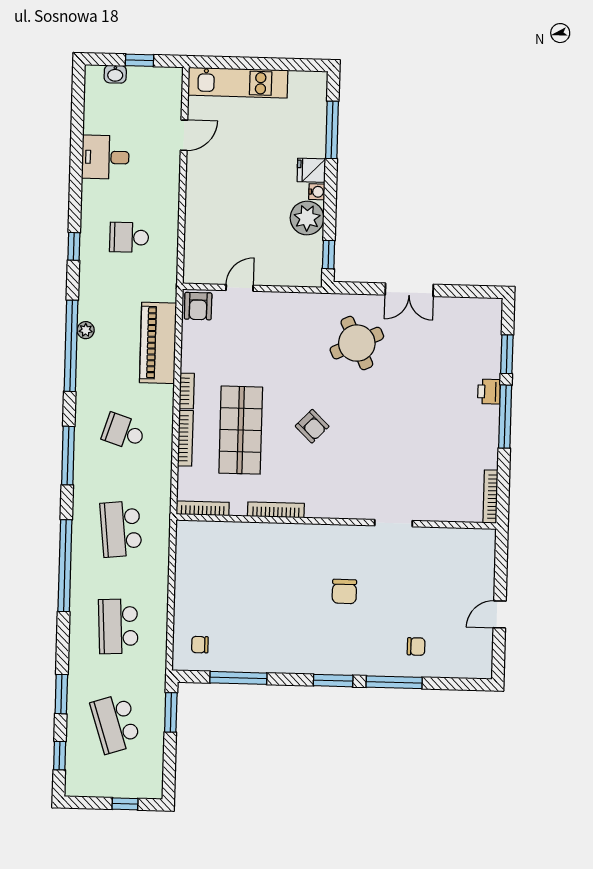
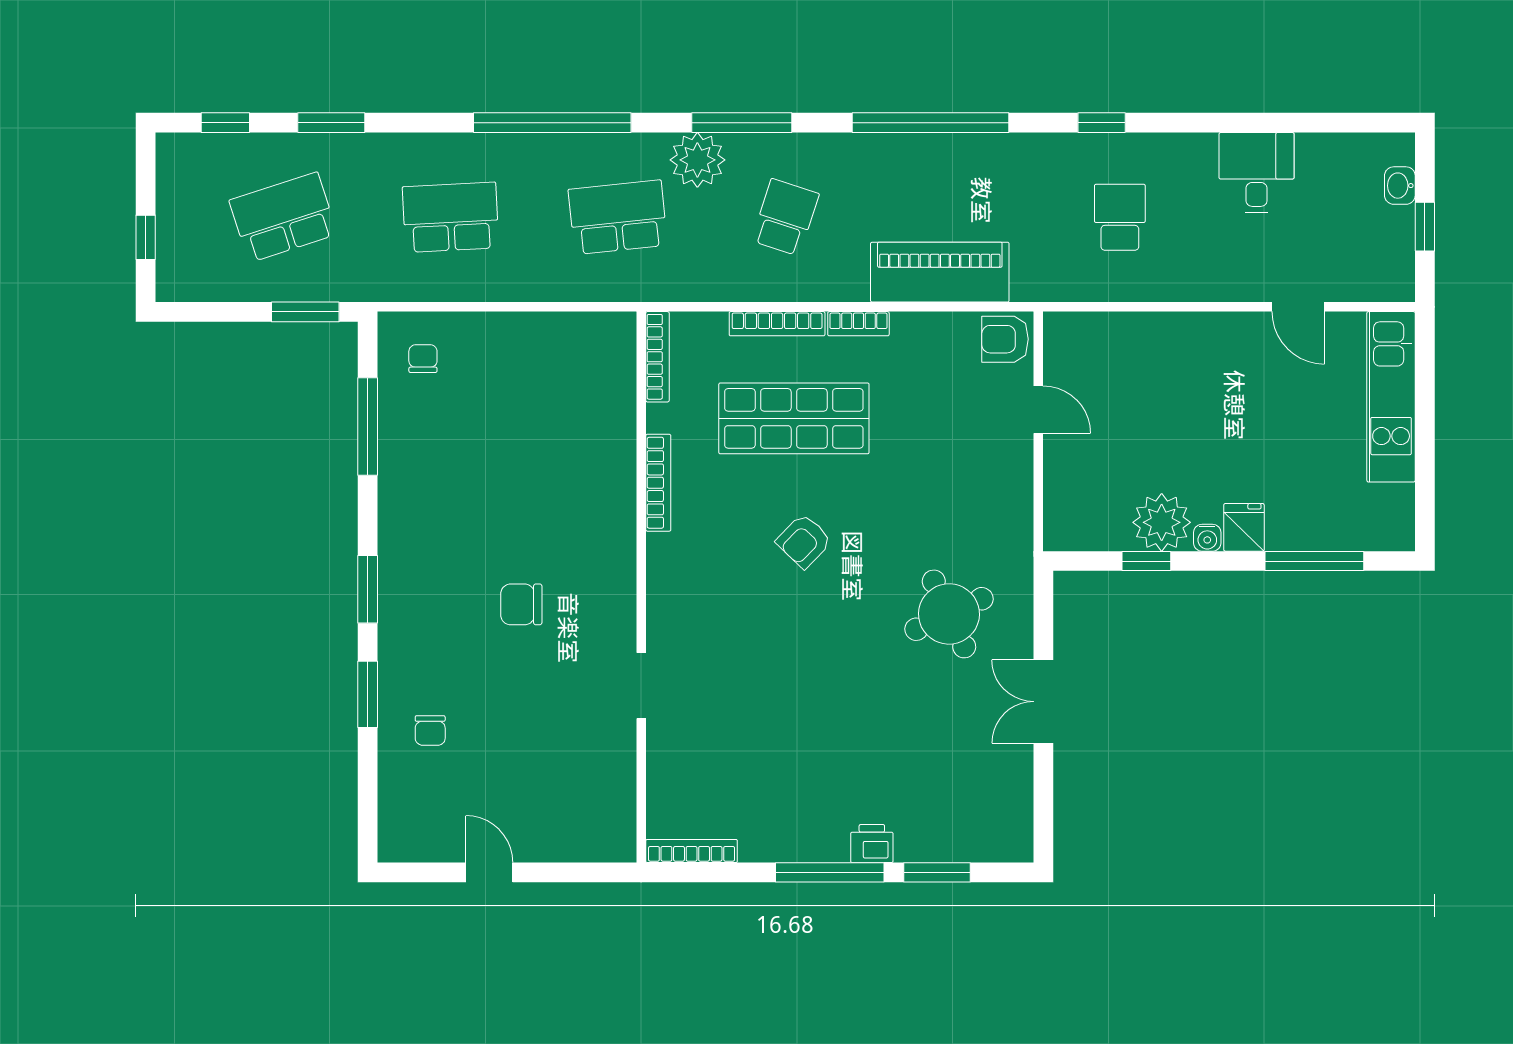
window: (329, 255) -> (1146, 561), moved
plant: (86, 330) -> (697, 160), moved, width x1.88, depth x1.88
window: (394, 682) -> (368, 694), width x0.69

